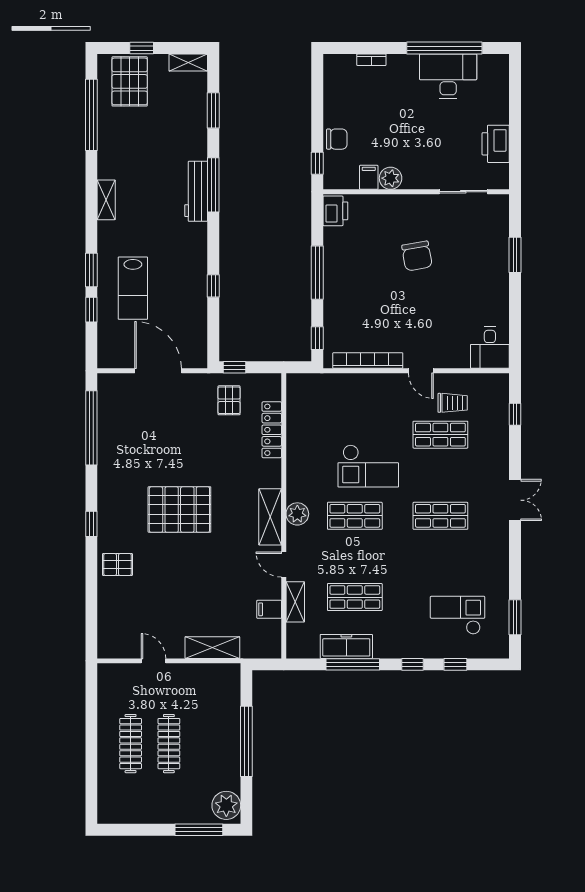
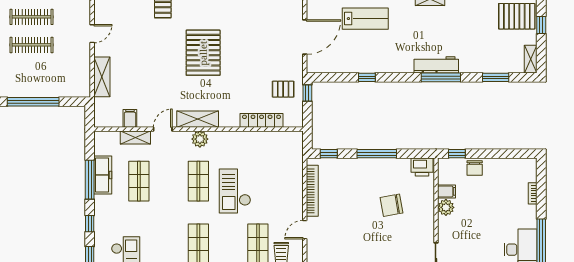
chair: (417, 256) -> (391, 205), moved
lab bench: (133, 288) -> (365, 19), turned 180

